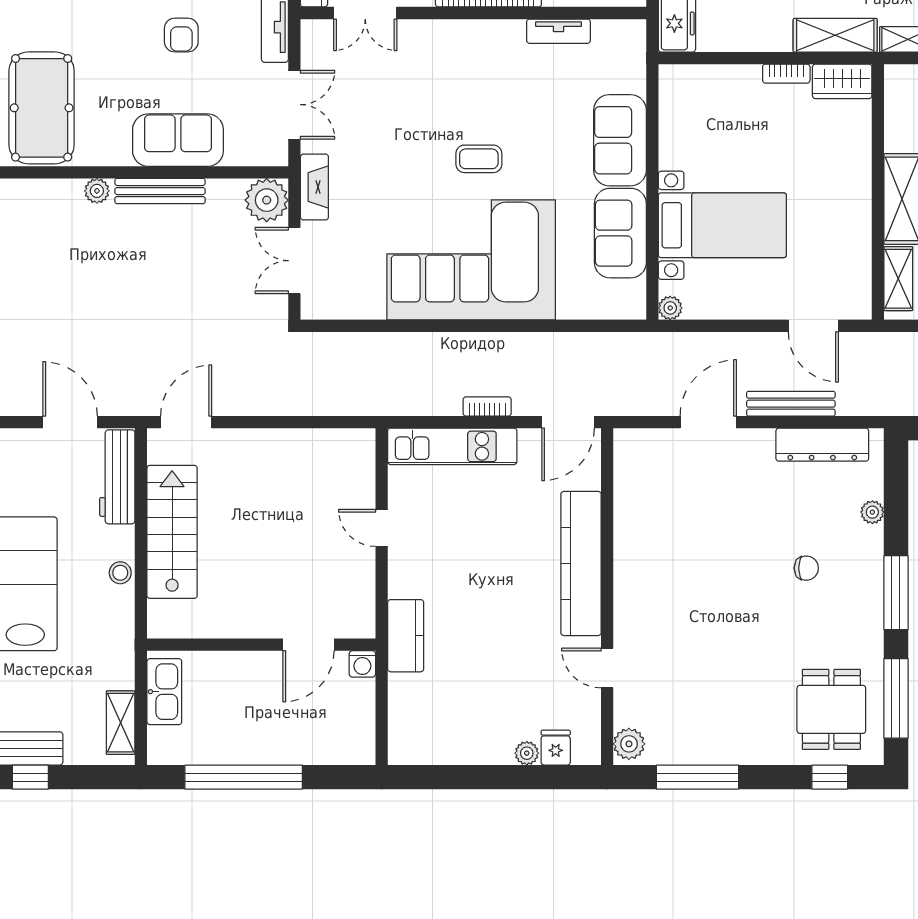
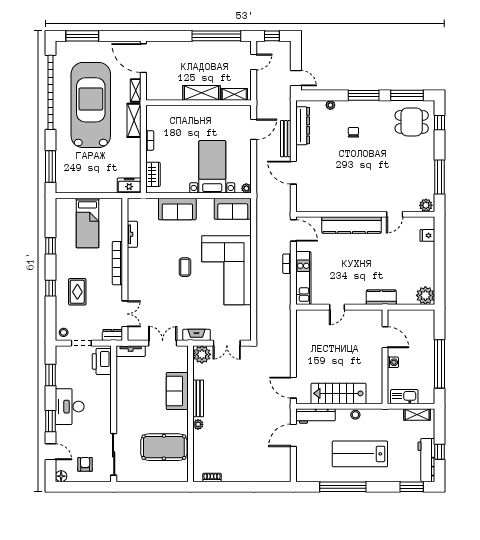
armchair: (181, 35) -> (134, 390), removed
wardrobe: (842, 81) -> (153, 174), moved
sofa: (620, 233) -> (233, 209), moved
washing machine: (362, 664) -> (393, 362), moved
plant: (527, 753) -> (425, 295), moved, width x1.87, depth x1.87

